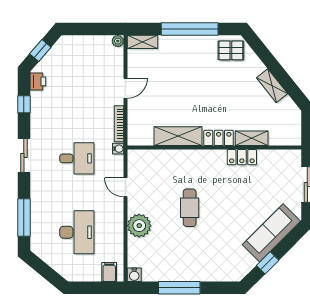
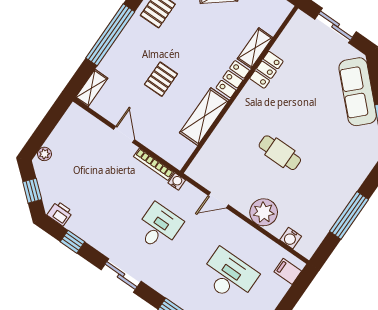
plant: (118, 41) -> (44, 154), moved
pallet: (183, 87) -> (161, 79), added
water cooler: (134, 275) -> (291, 238), moved, turned 90

